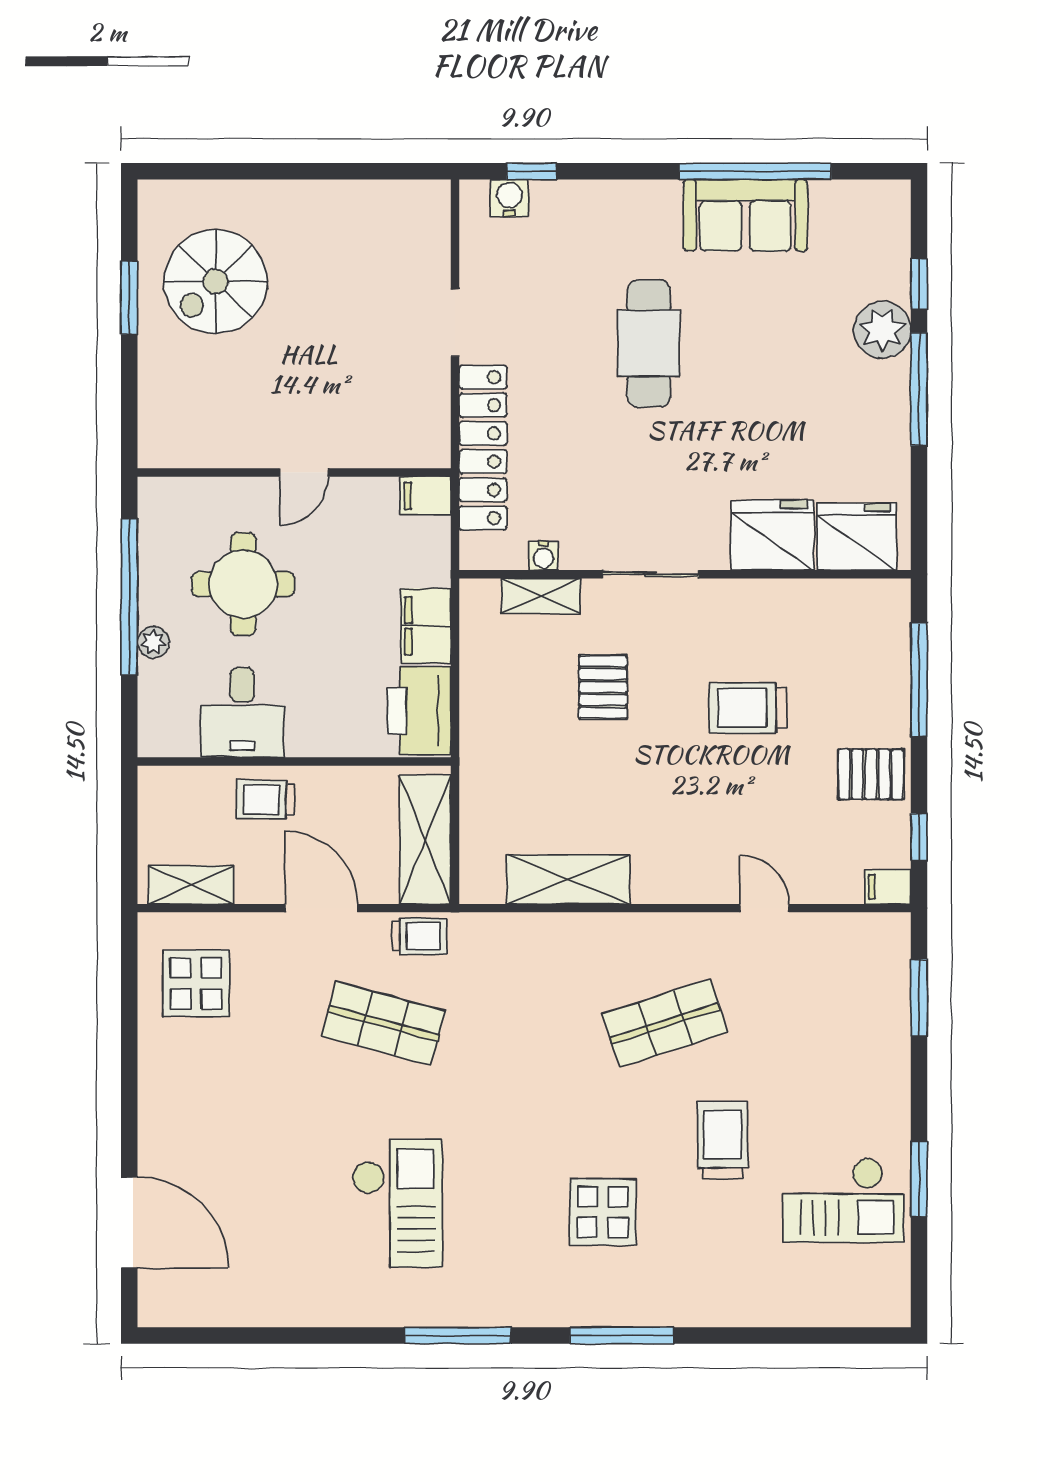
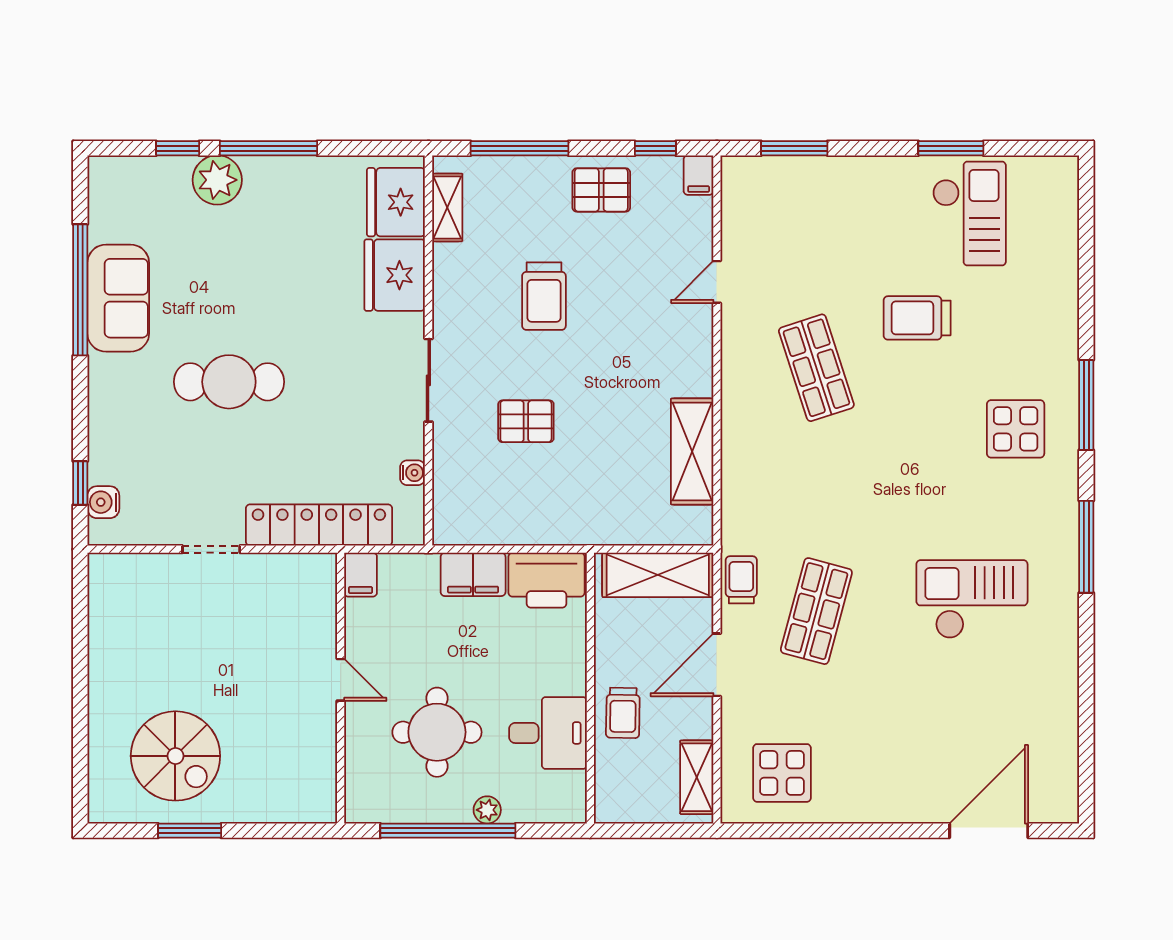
shelving: (541, 596) -> (447, 207), moved
pallet: (871, 774) -> (601, 190), turned 90
display table: (603, 1212) -> (1016, 429), moved

